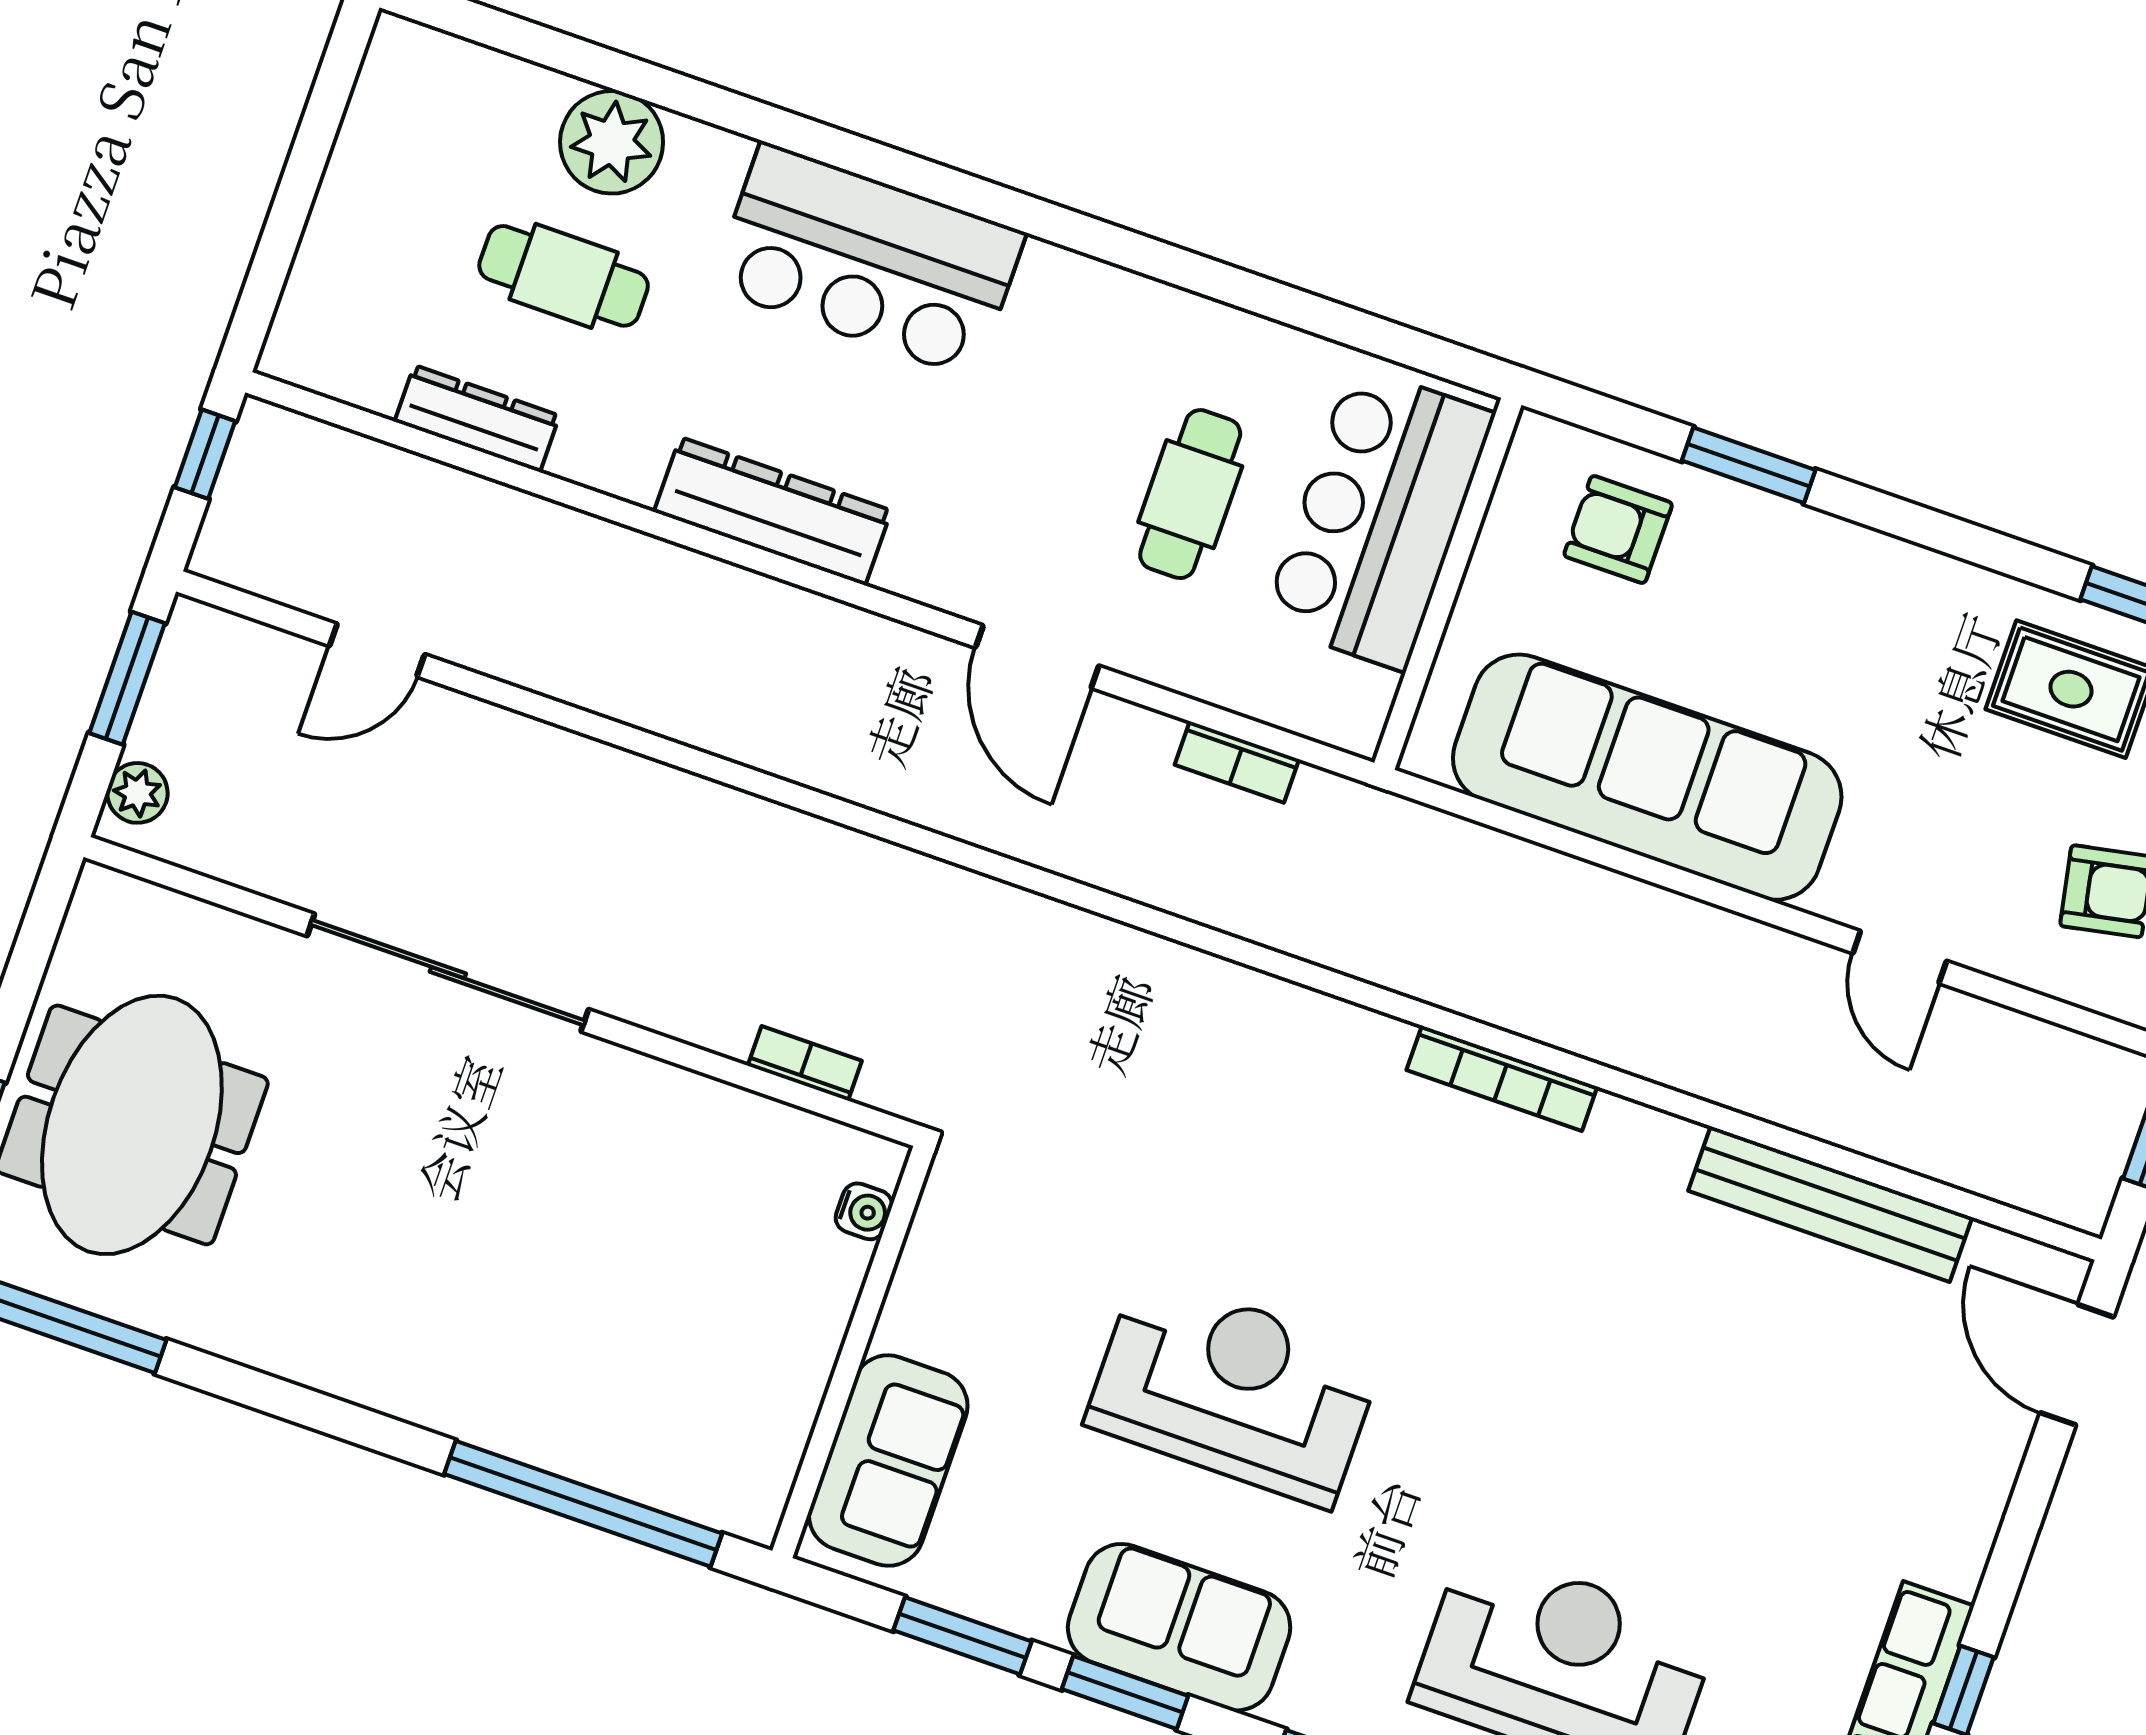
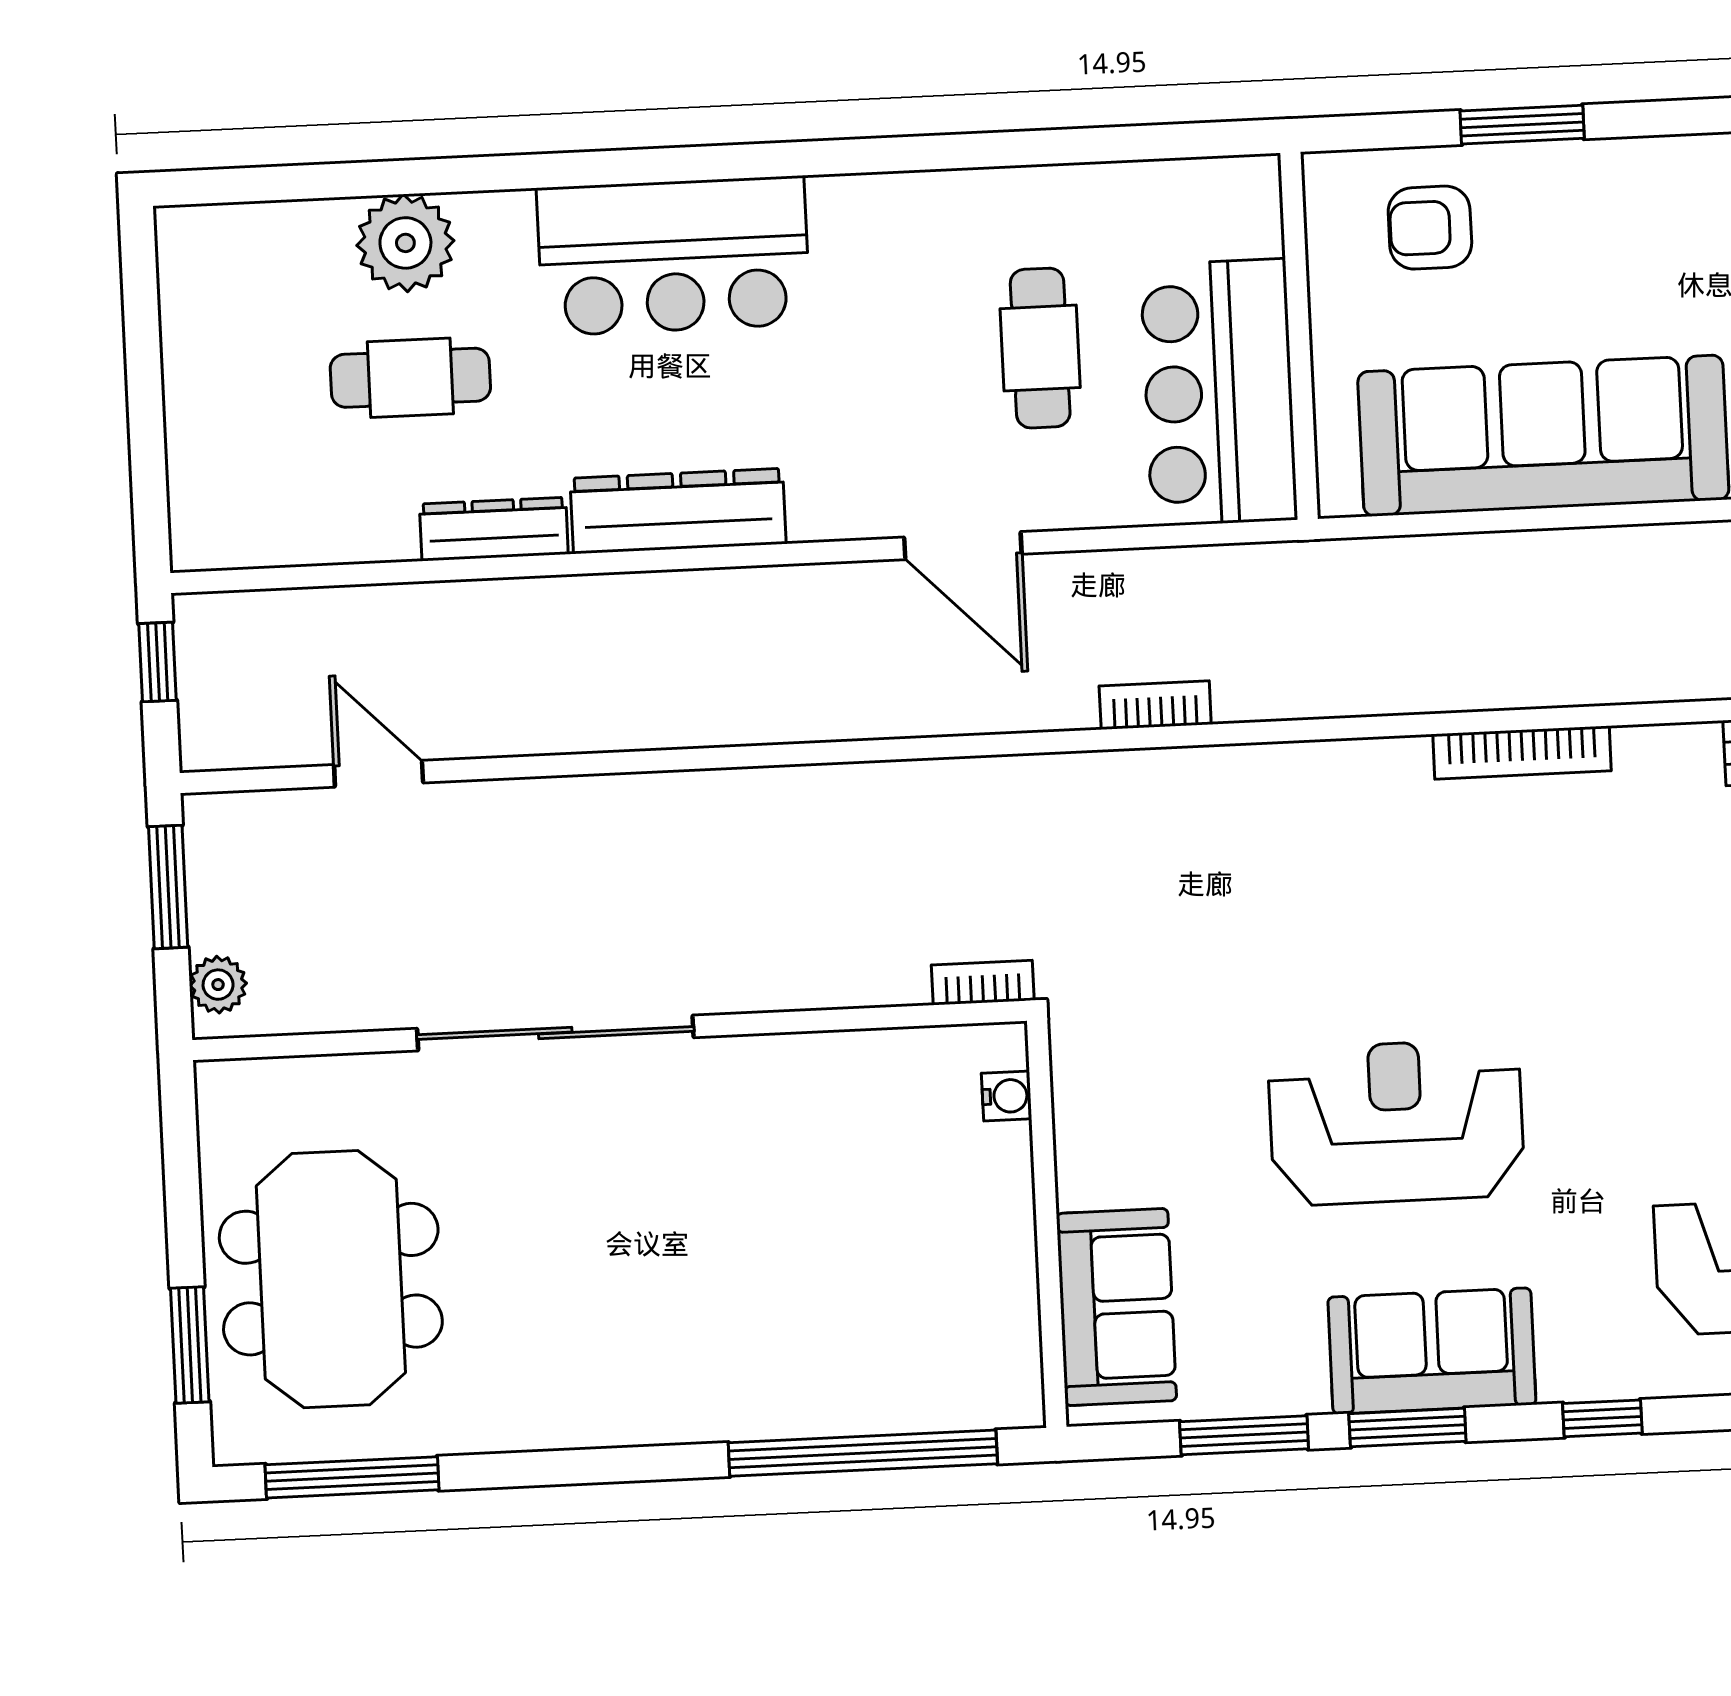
dresser: (477, 419) -> (494, 529), moved
bar counter: (1379, 518) -> (1219, 392), moved
door: (377, 650) -> (379, 774), swing flipped
bookcase: (1237, 762) -> (1155, 705), moved, turned 180
bookcase: (805, 1063) -> (983, 983), moved

